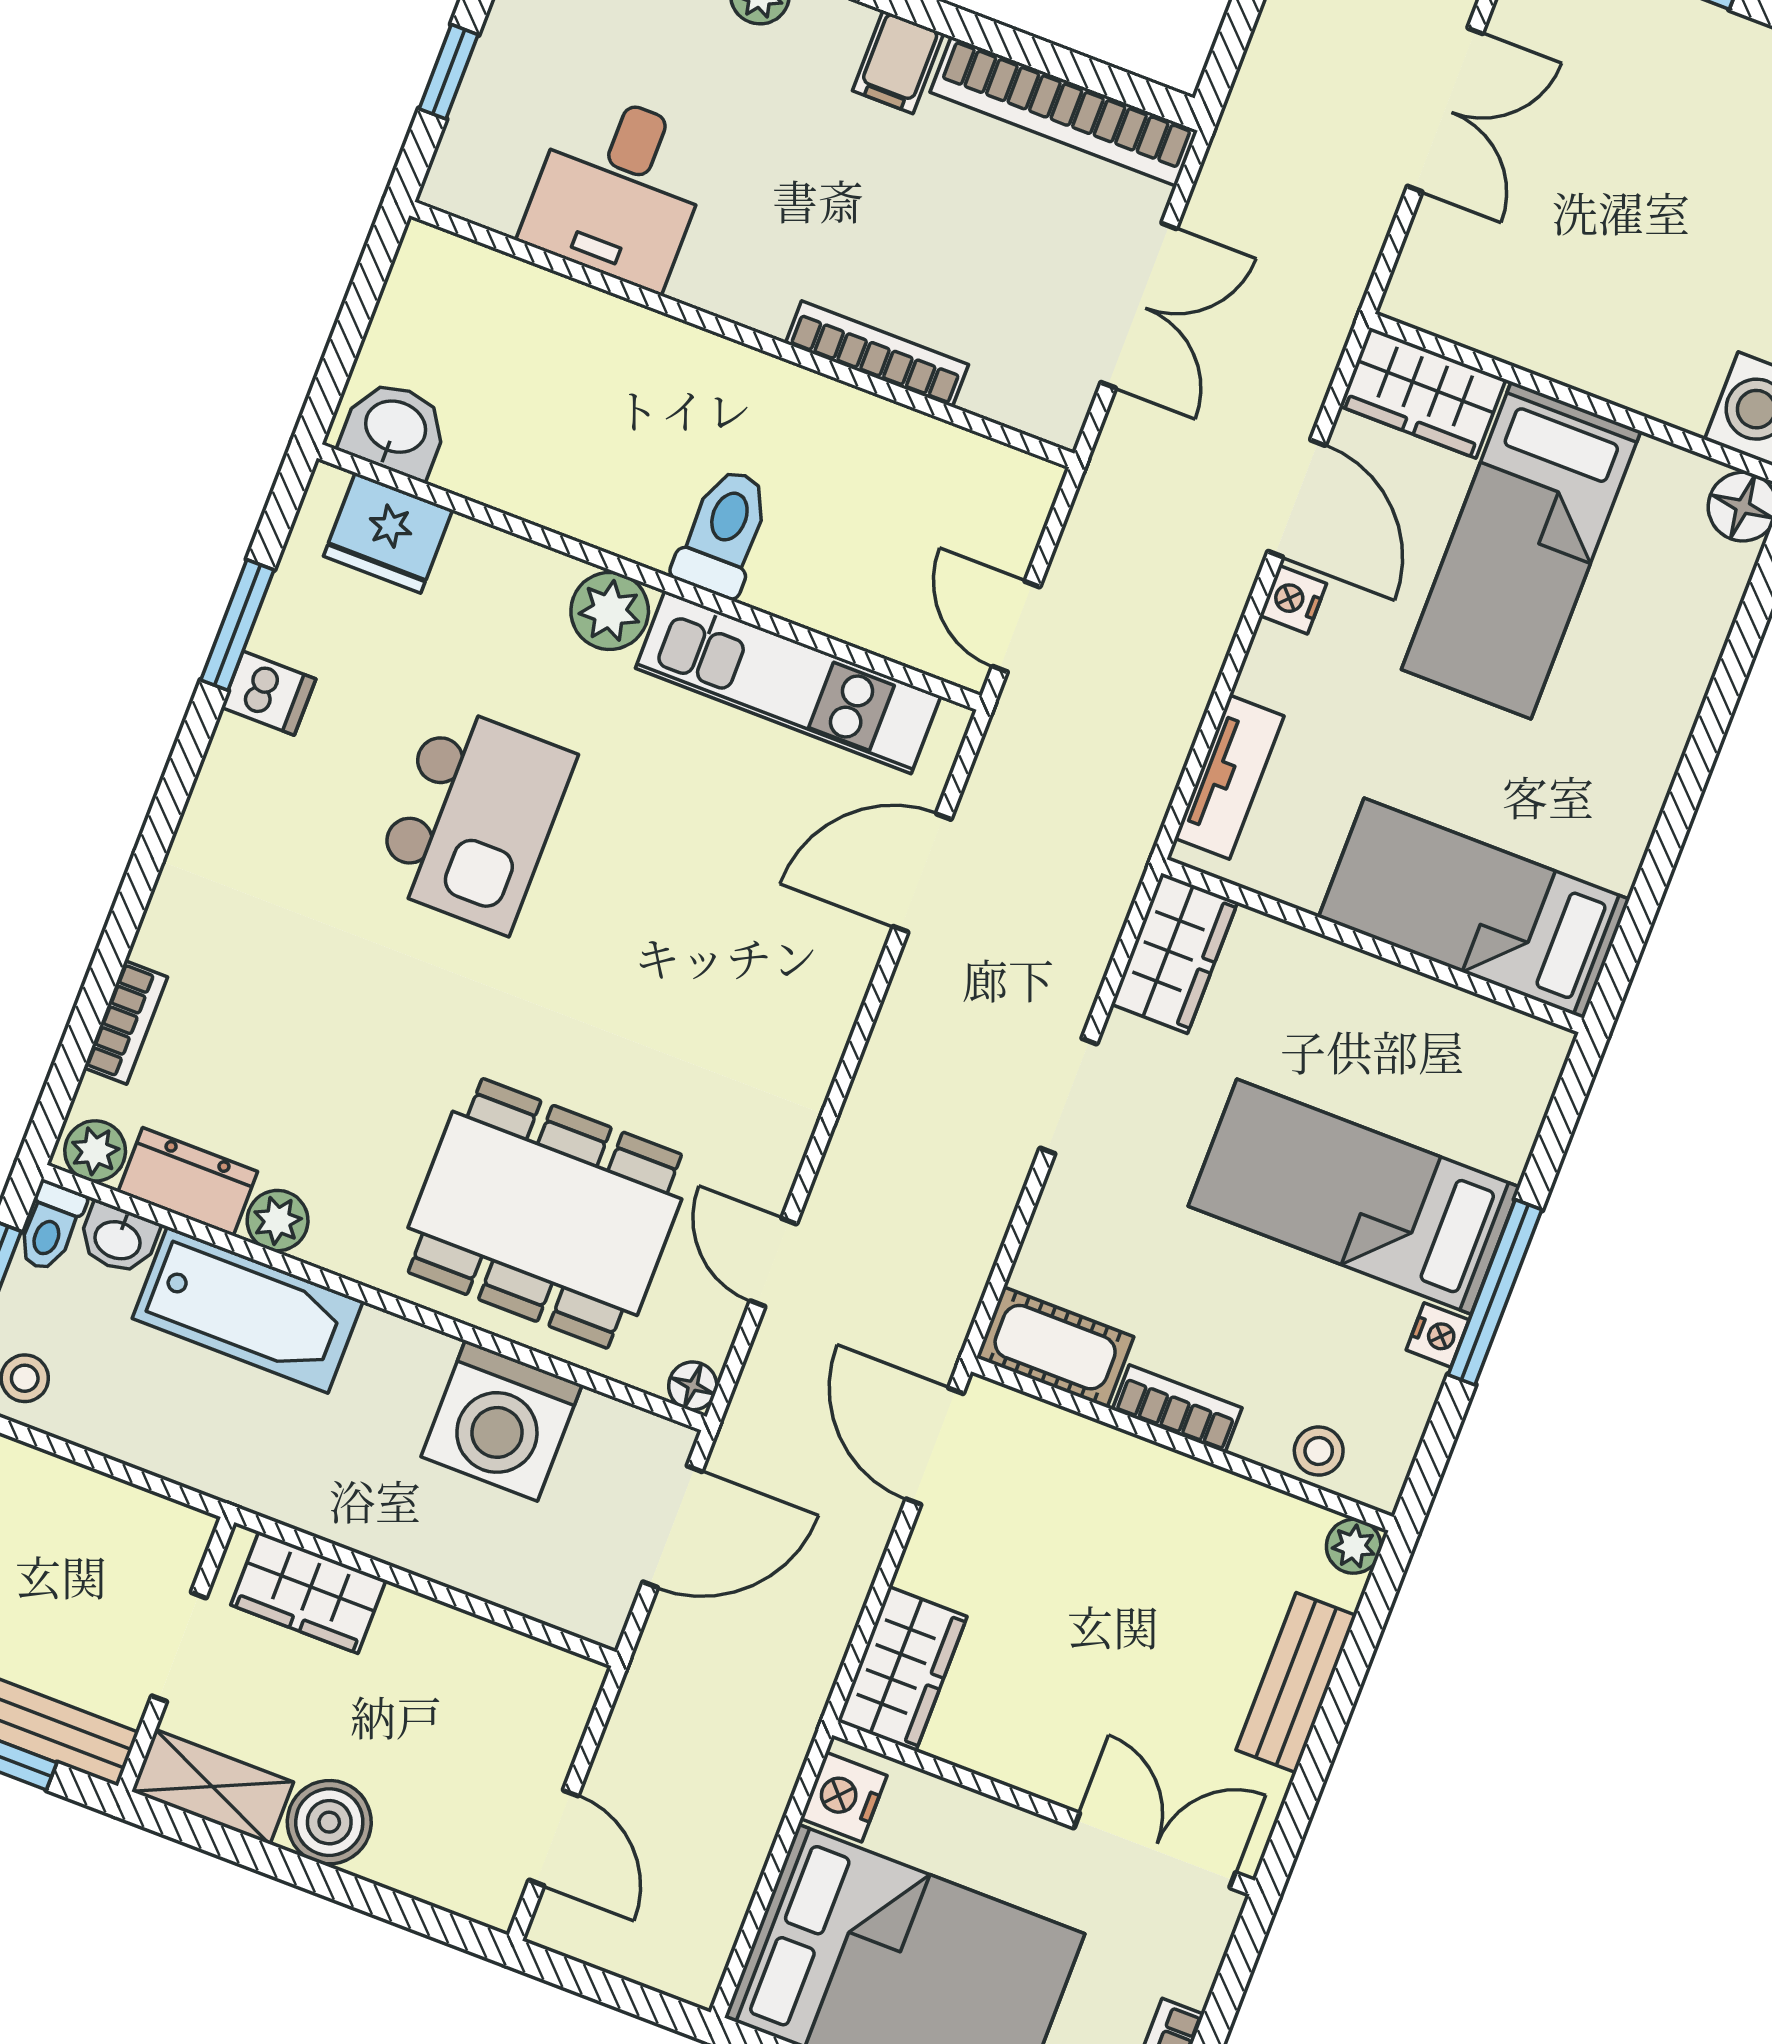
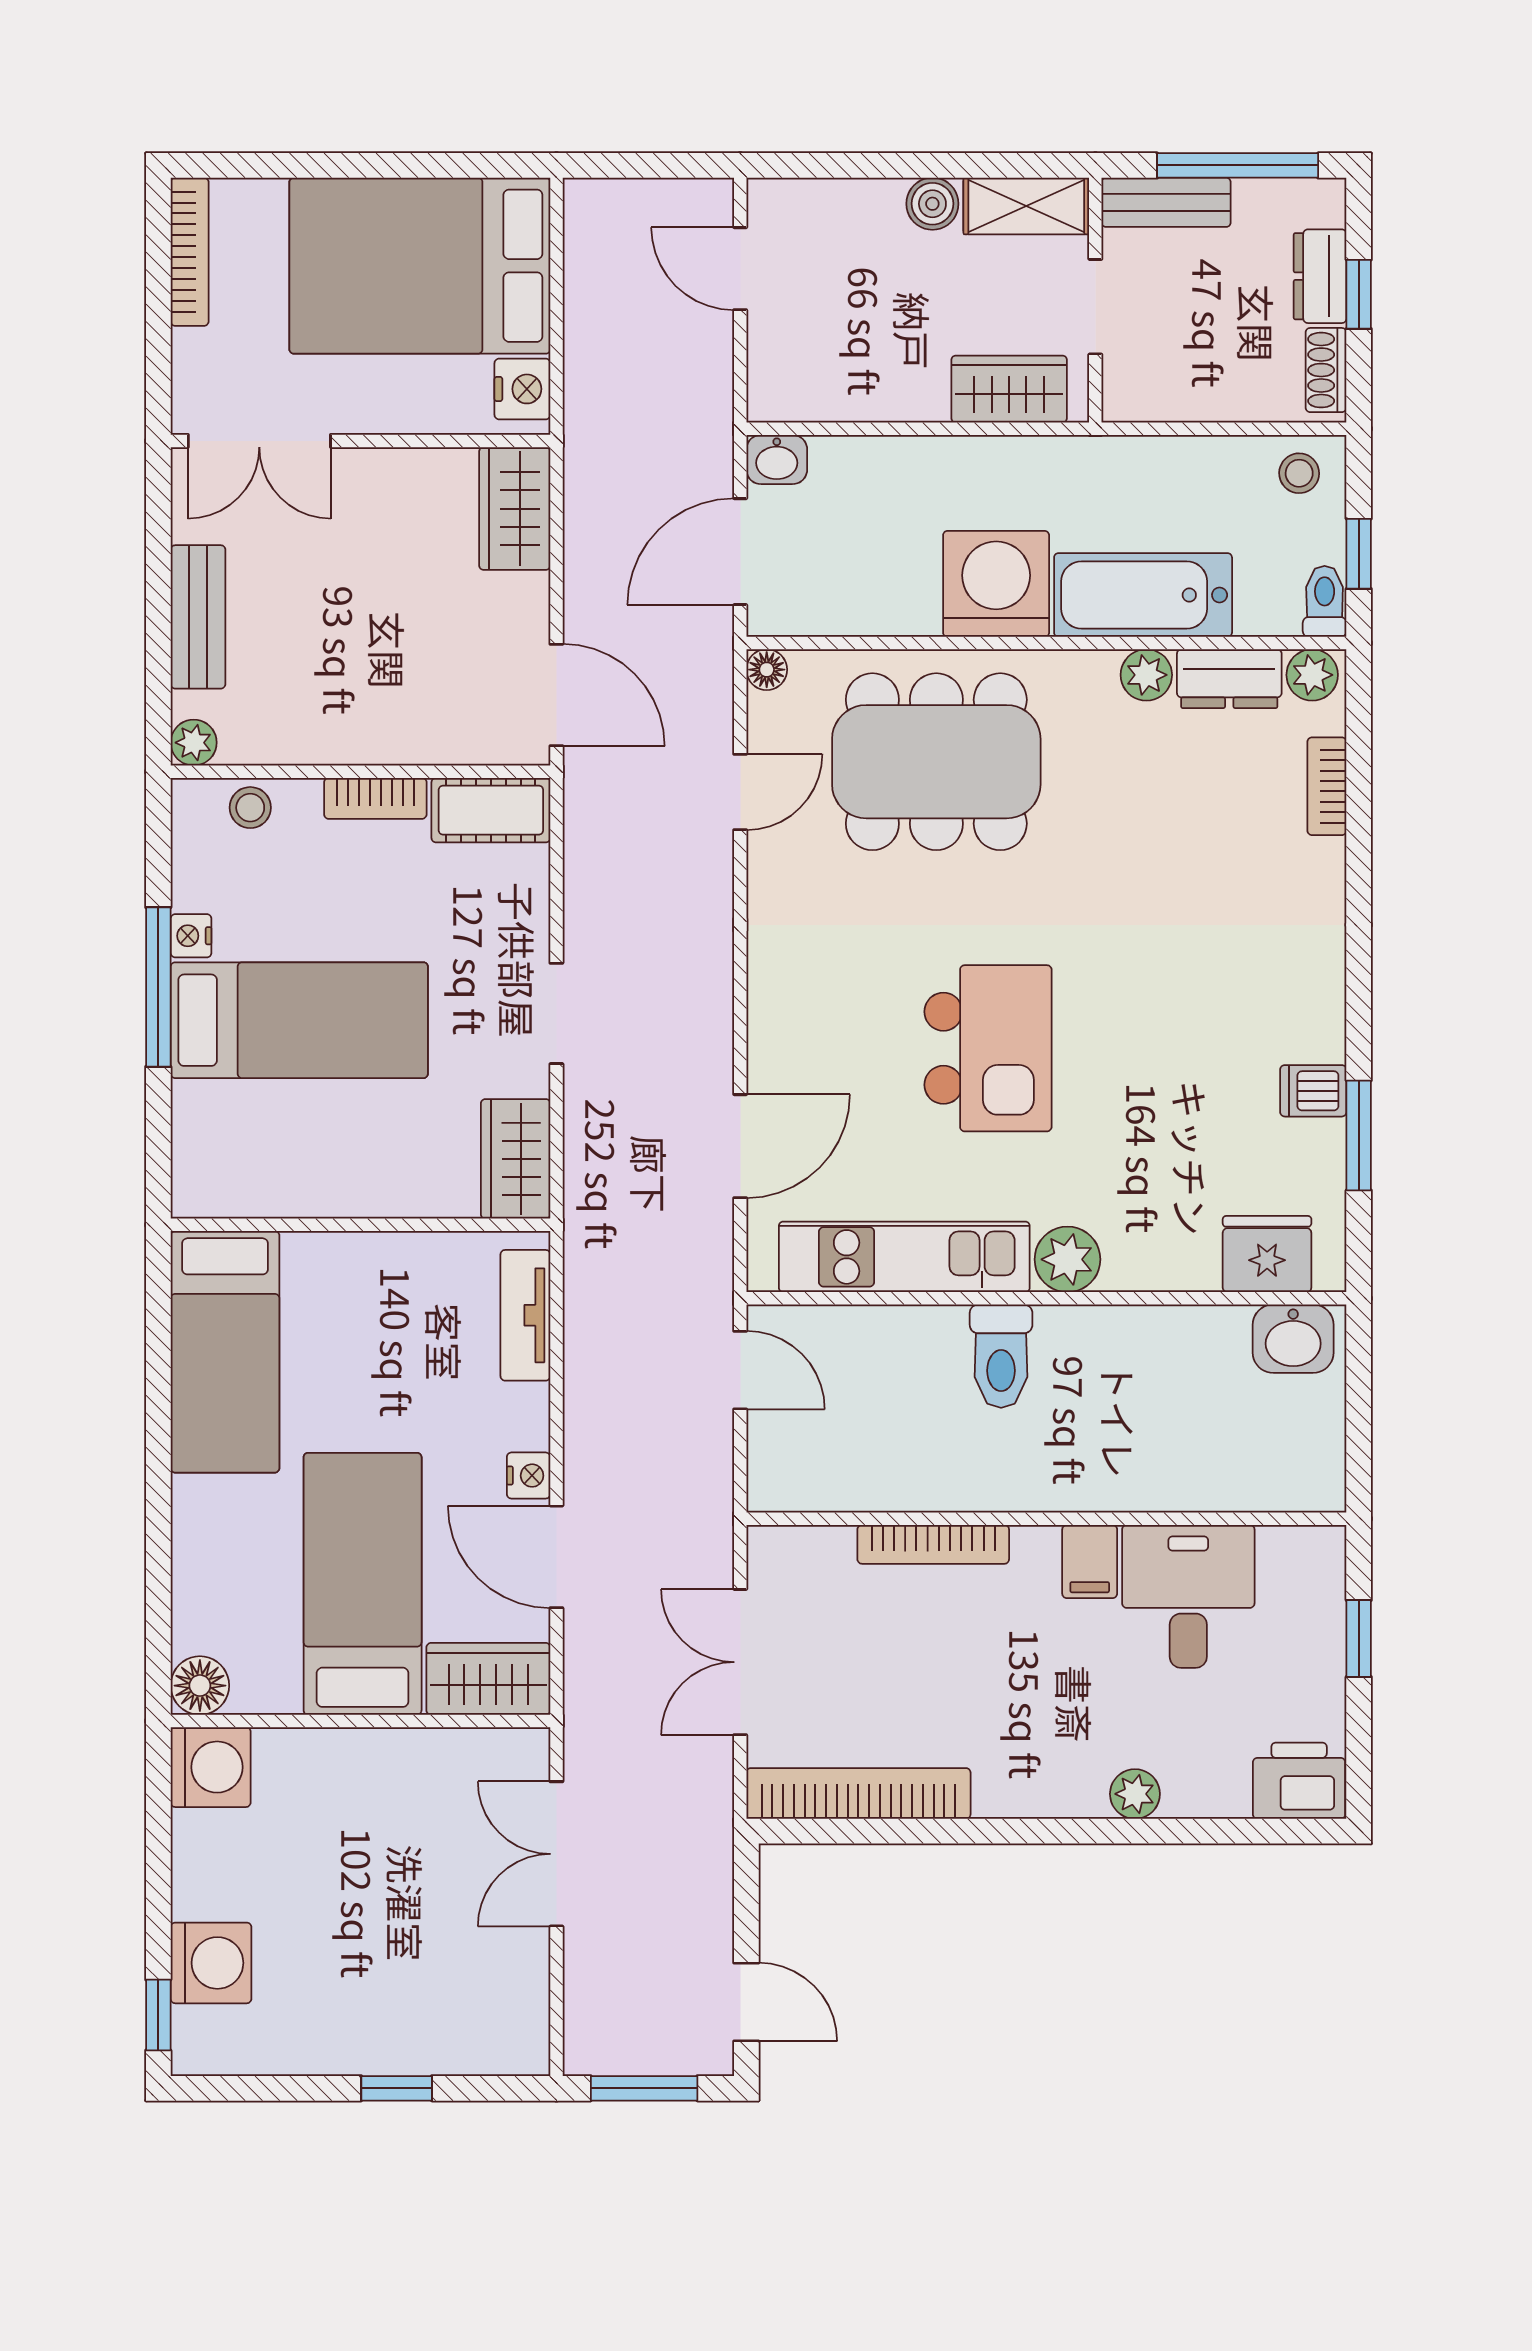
filing cabinet: (898, 62) -> (1090, 1562), moved, turned 180
double door: (1445, 110) -> (556, 1854), moved
kitchen island: (474, 819) -> (988, 1048), moved, turned 180
bed: (1474, 908) -> (225, 1352), moved, turned 90
washbasin: (118, 1239) -> (777, 459), moved, turned 180
door: (773, 1262) -> (740, 792), hinge flipped
washing machine: (501, 1421) -> (996, 584), moved
boiler: (329, 1822) -> (932, 204), width x0.73, depth x0.73

